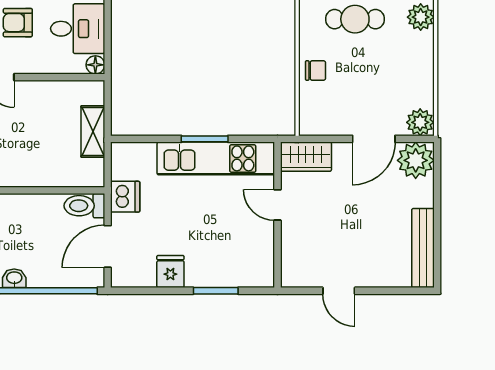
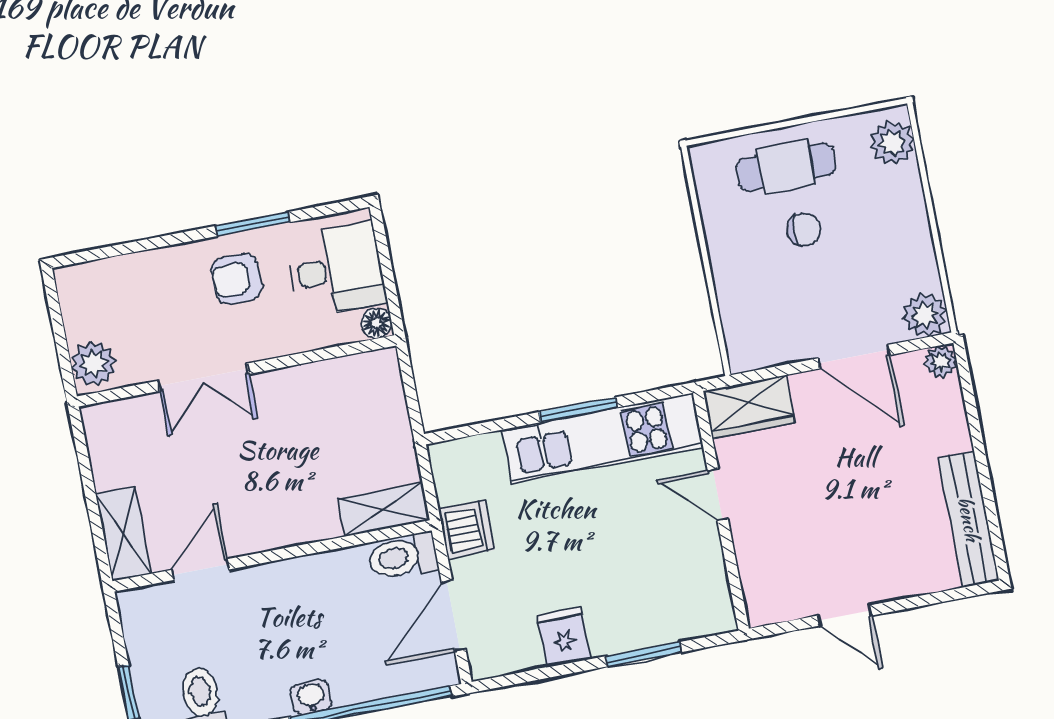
chair: (316, 70) -> (804, 230), moved
shelving: (93, 132) -> (384, 509), moved, turned 90
door: (374, 139) -> (854, 357), hinge flipped
plant: (416, 160) -> (941, 362), width x0.53, depth x0.53

